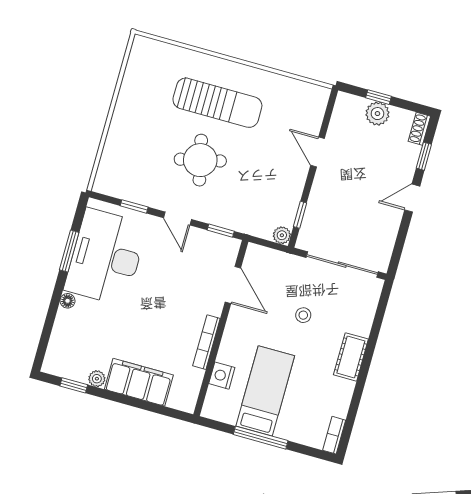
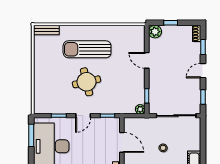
bench: (155, 48) -> (46, 30), added
sun lounger: (217, 103) -> (87, 49), turned 180
plant: (377, 114) -> (155, 32), moved
door: (178, 219) -> (83, 116), hinge flipped
window: (399, 245) -> (203, 97), added
window: (69, 251) -> (31, 135), moved

